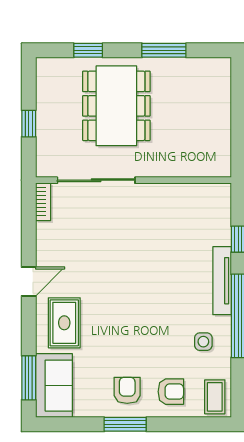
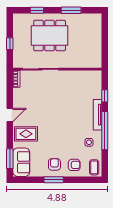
dining table: (116, 106) -> (50, 35), turned 90
rug: (64, 323) -> (26, 134), turned 90

